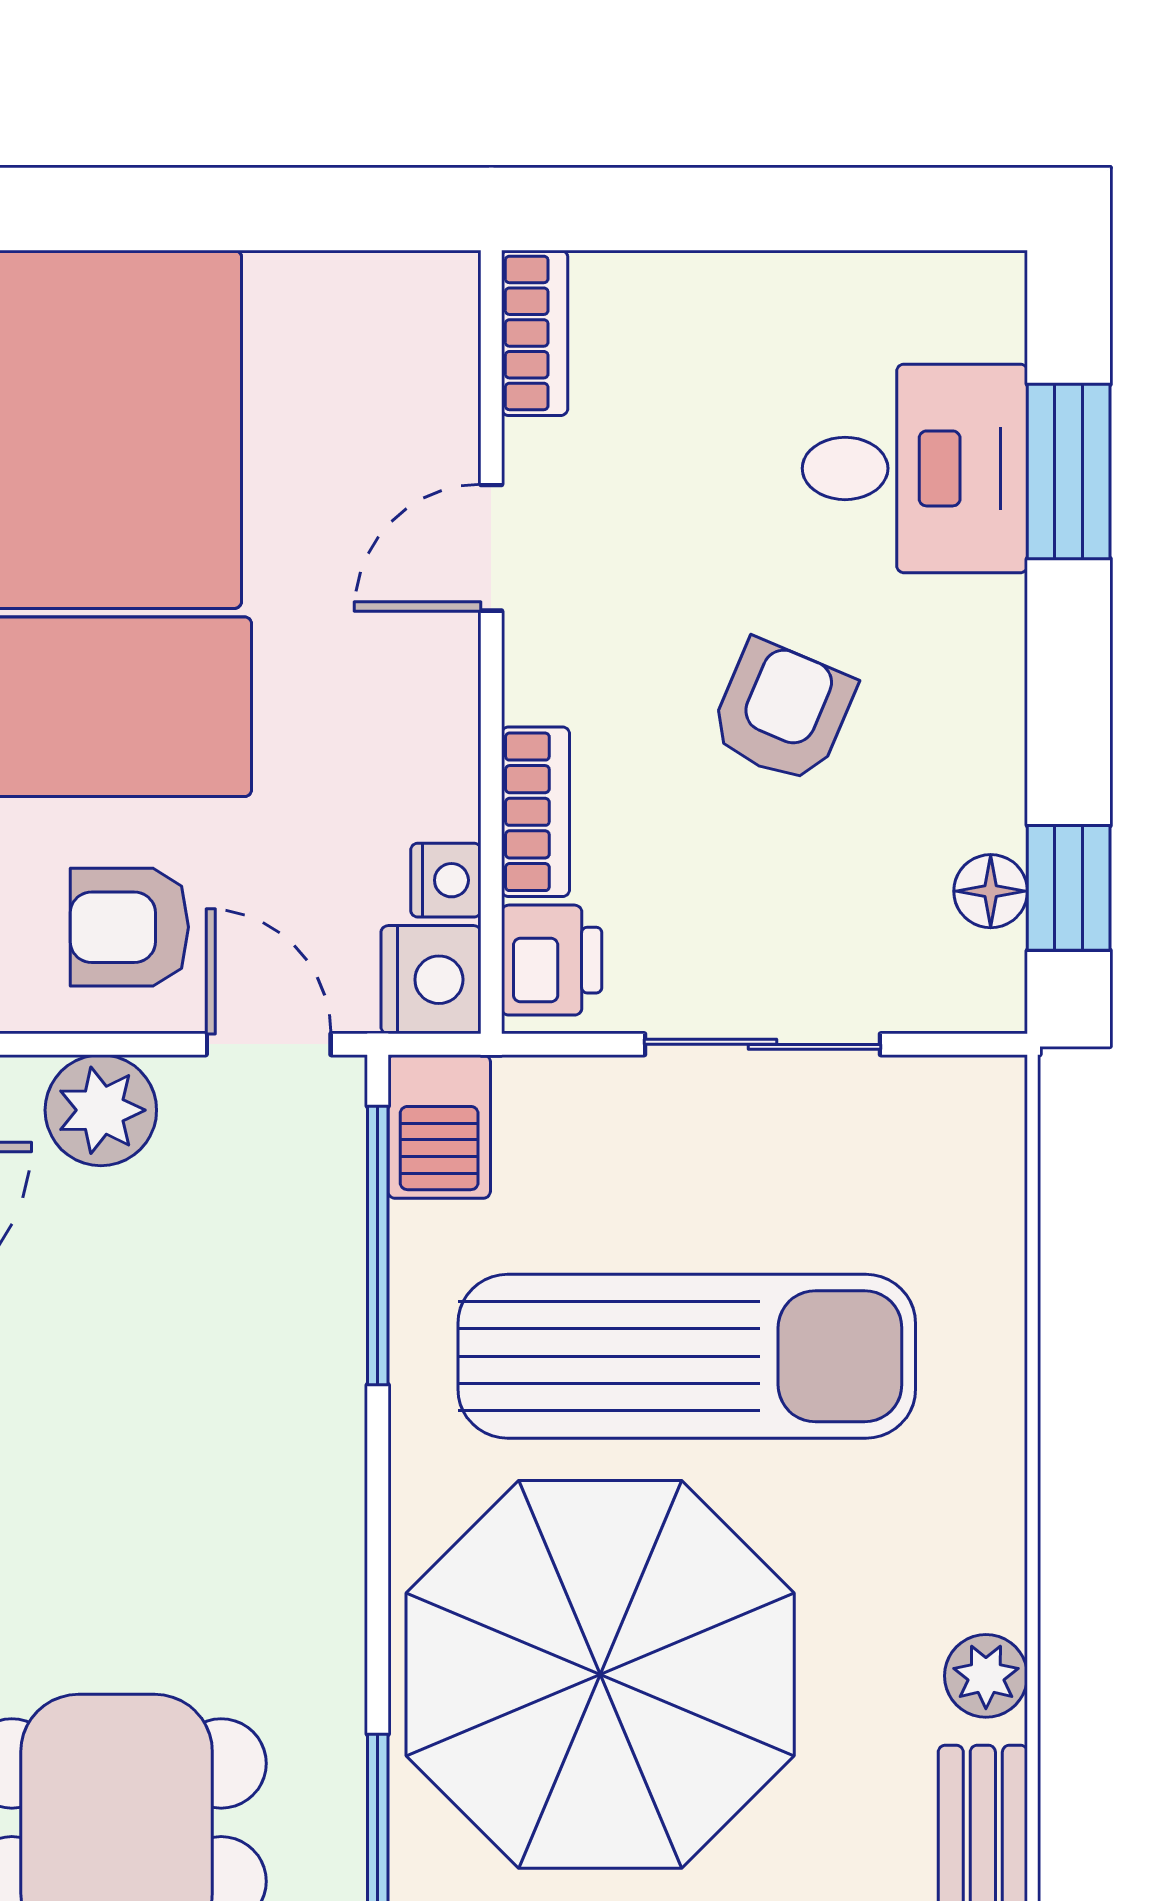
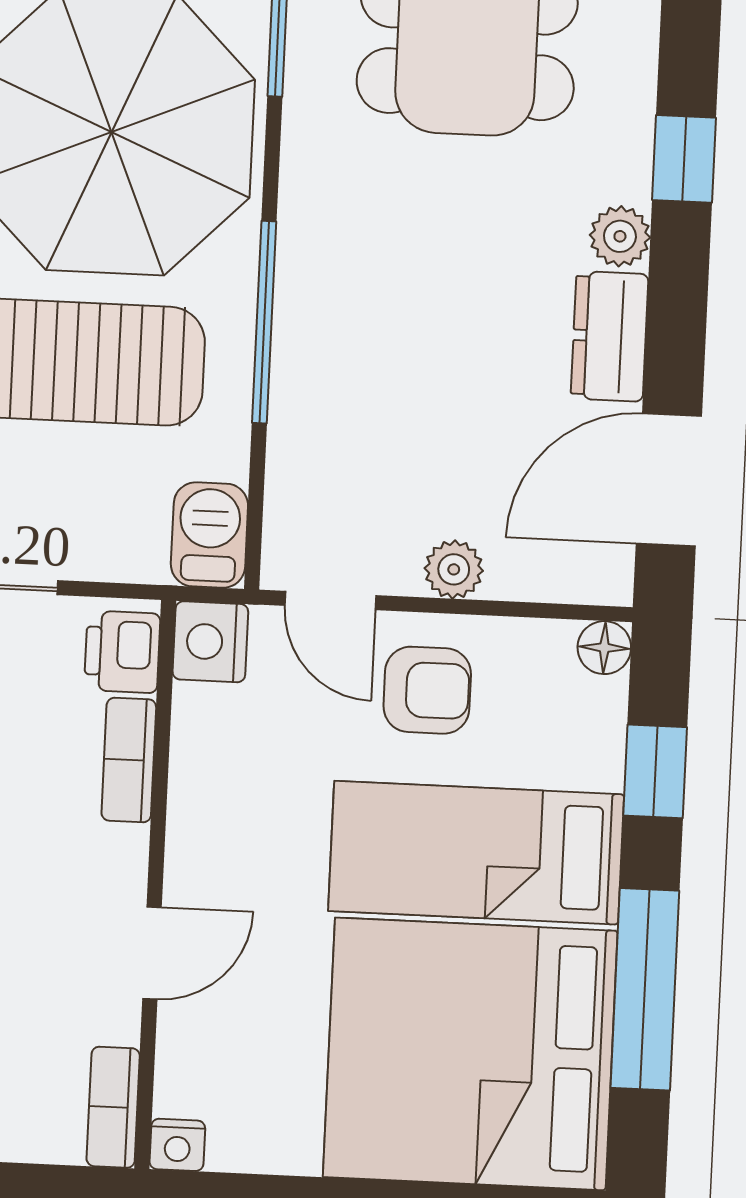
nightstand: (446, 880) -> (177, 1145), moved, turned -90
plant: (101, 1110) -> (454, 569), width x0.73, depth x0.73
window: (378, 1246) -> (264, 322), moved

